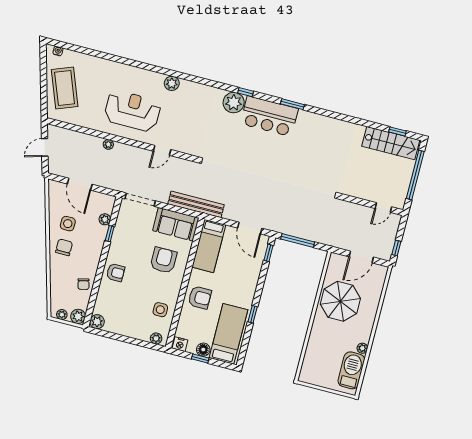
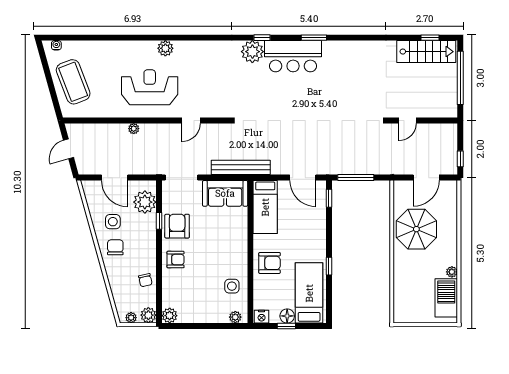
plant: (172, 83) -> (165, 48), moved
door: (383, 208) -> (407, 120), moved
plant: (105, 219) -> (145, 202), width x1.88, depth x1.88
armchair: (164, 260) -> (177, 226), moved

